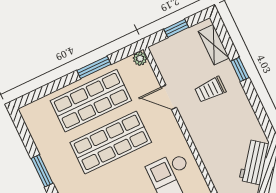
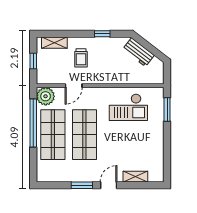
plant: (140, 58) -> (46, 96), width x1.88, depth x1.88
window: (94, 67) -> (33, 123), width x2.11
window: (240, 69) -> (102, 34), moved

